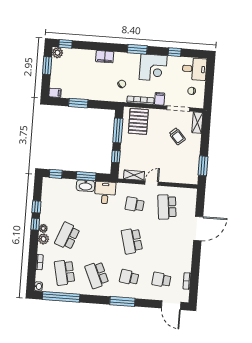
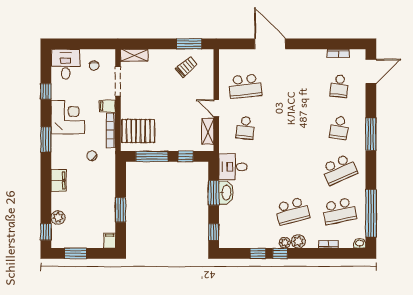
plant: (58, 53) -> (58, 218), moved
trolley: (177, 136) -> (186, 67), moved
school desk: (67, 236) -> (292, 211), turned -36
school desk: (132, 241) -> (292, 128), removed

